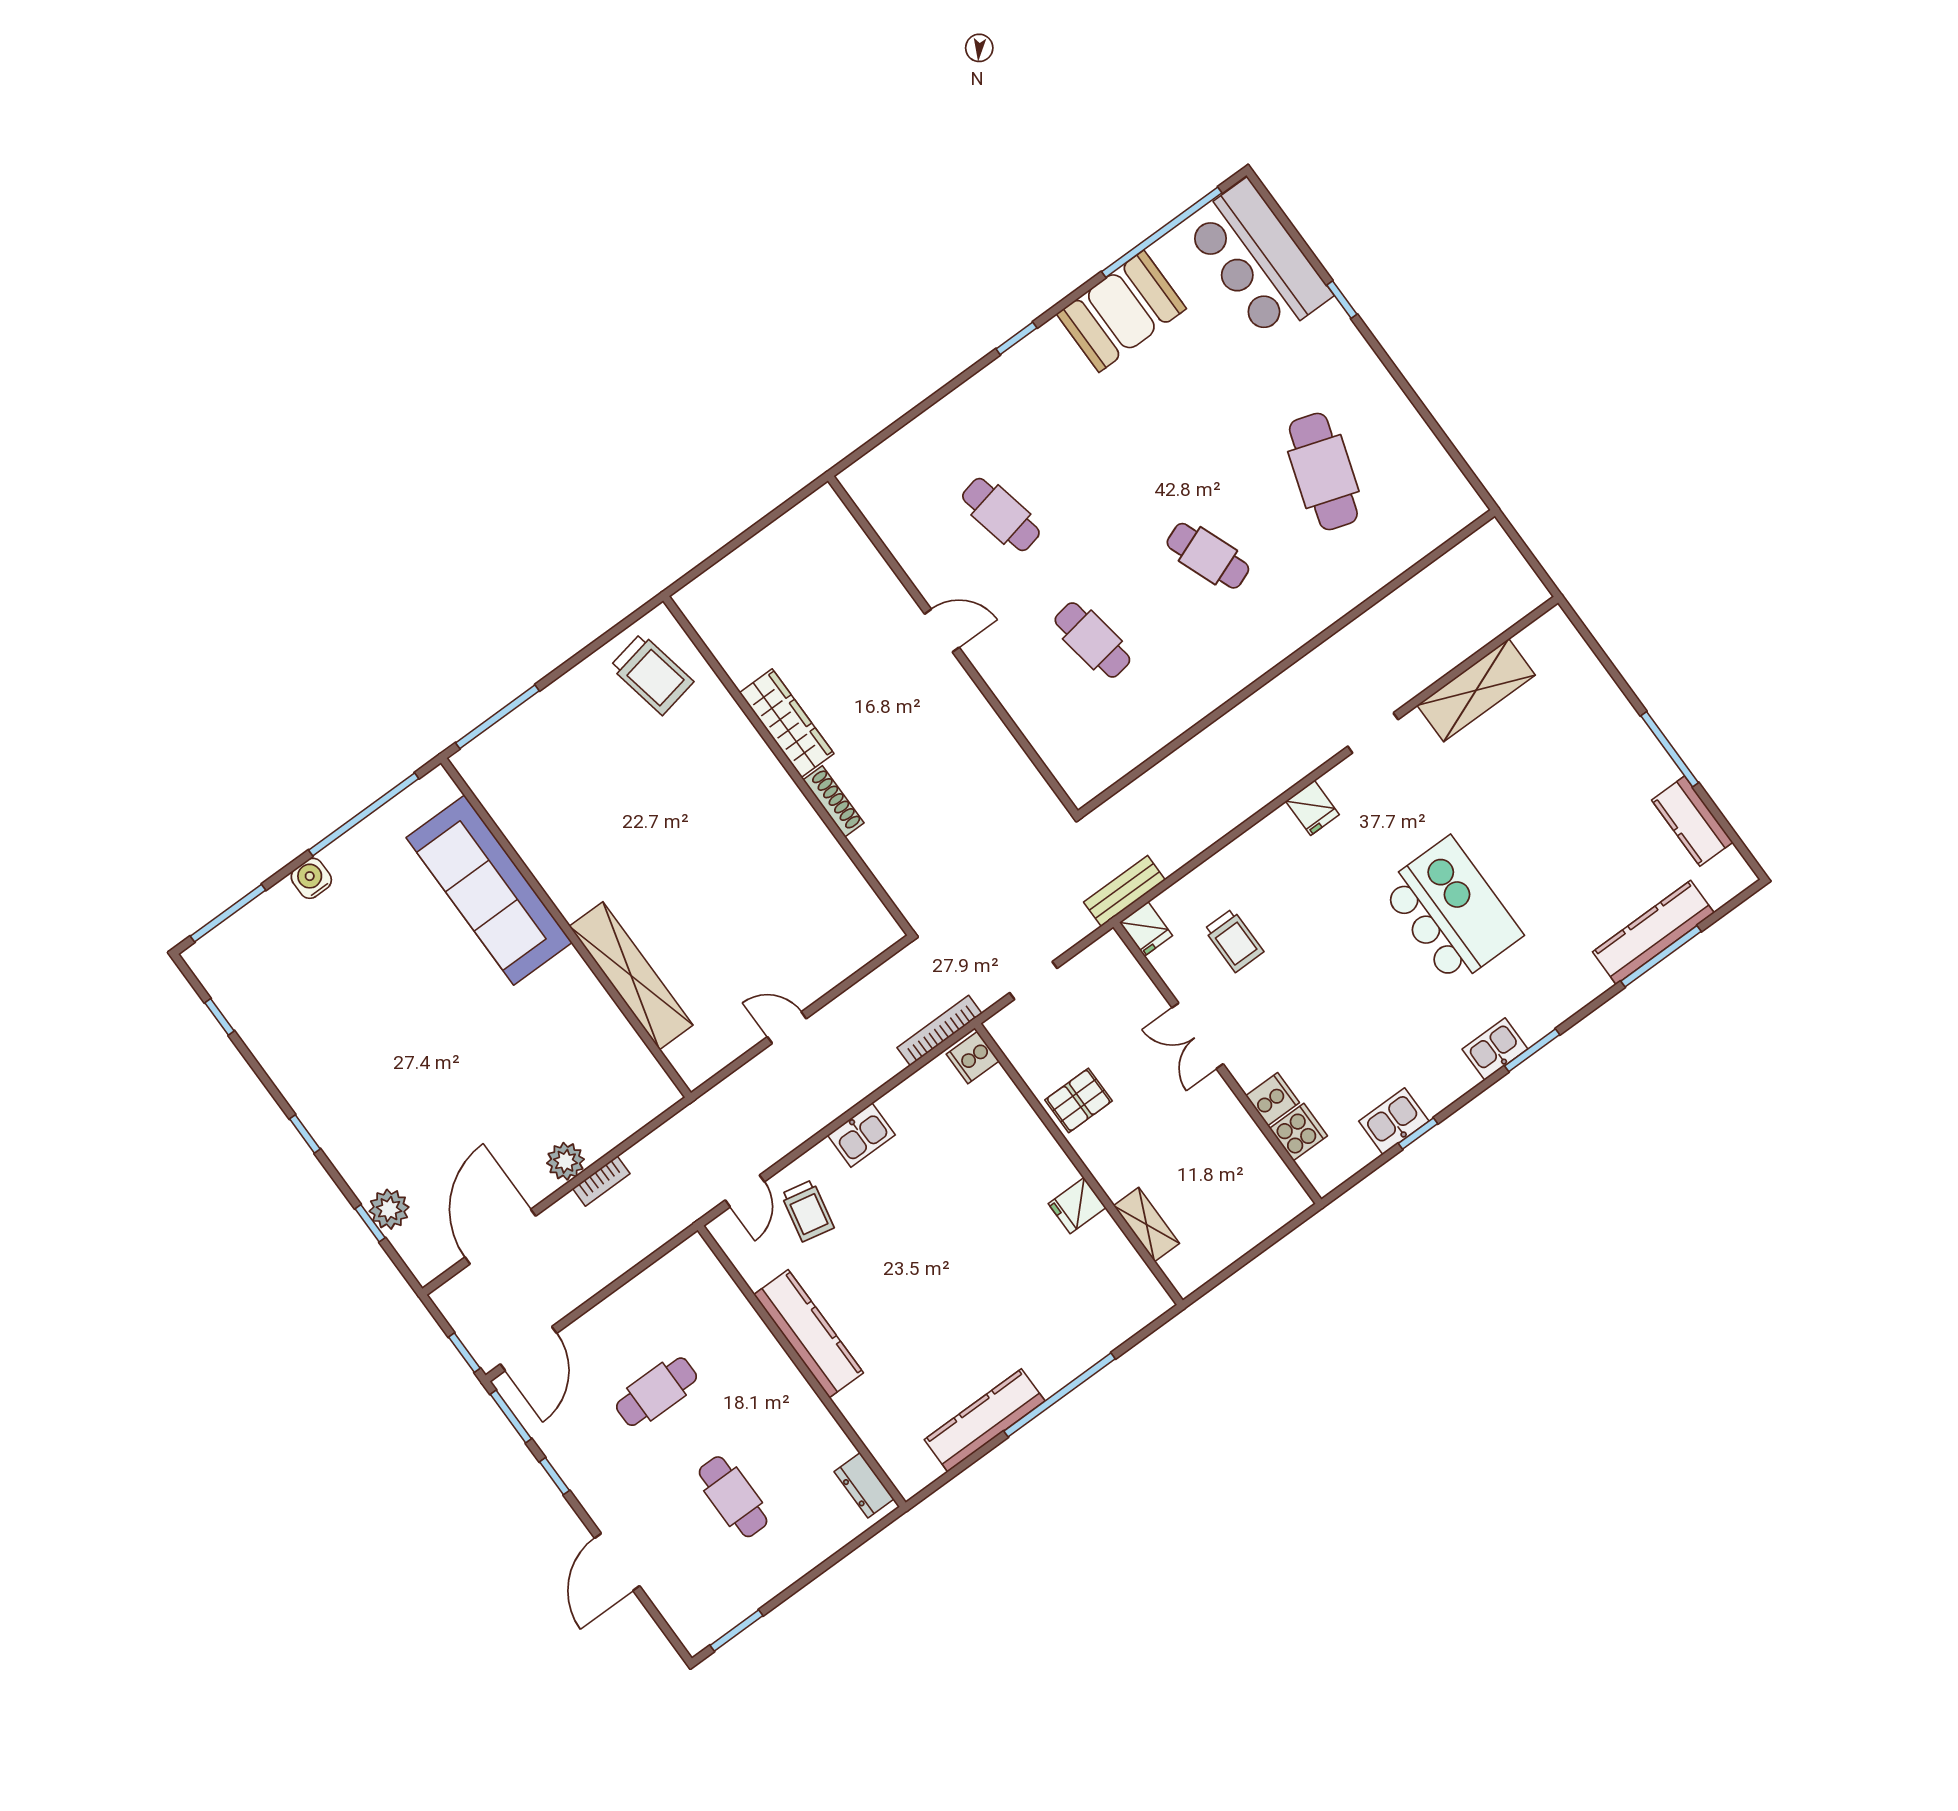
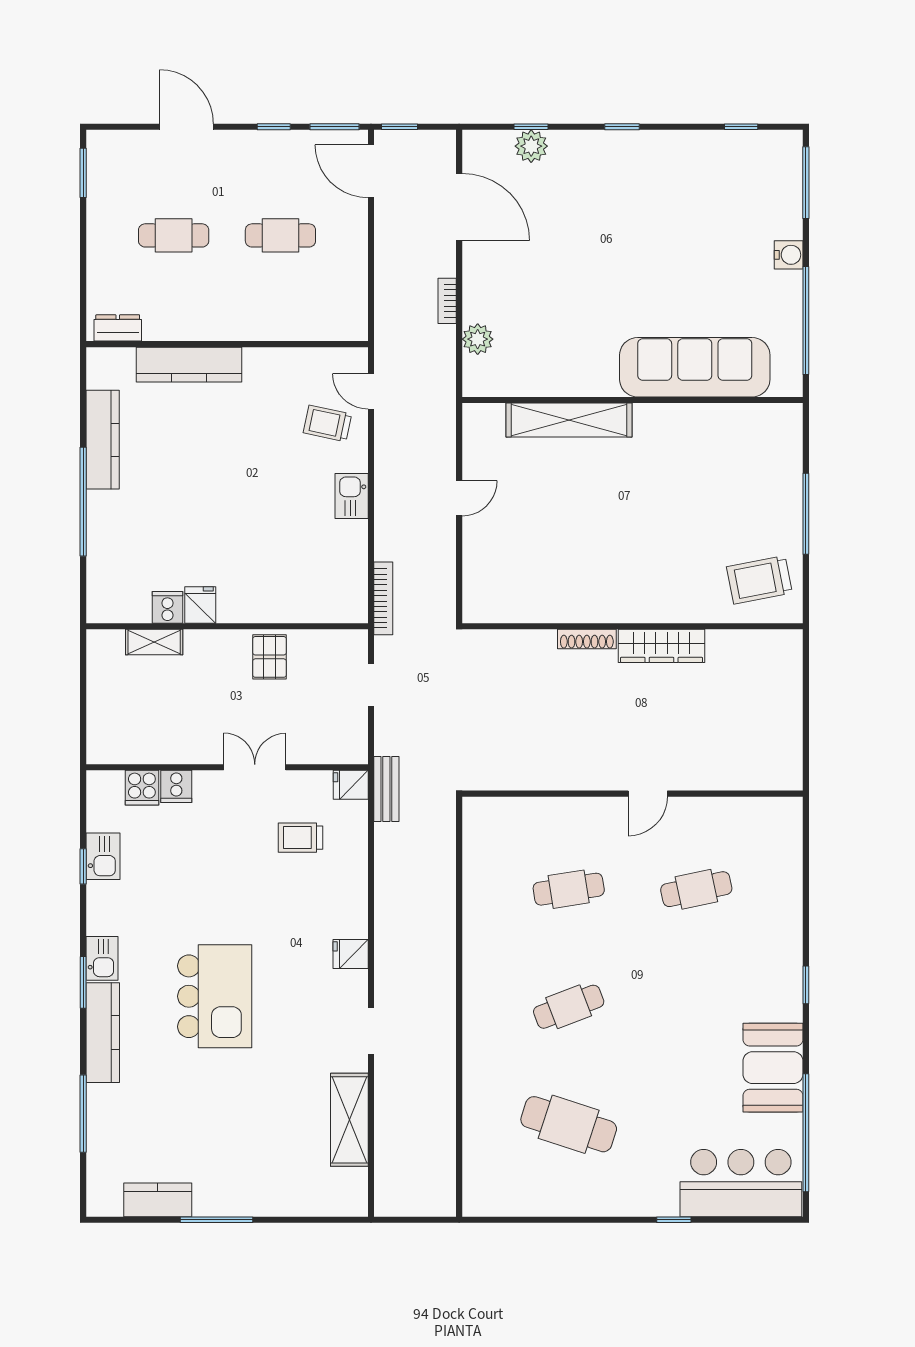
window: (497, 717) -> (806, 514), moved
kitchen island: (1451, 911) -> (215, 996), turned -90
kitchen counter: (1653, 932) -> (103, 1033), moved
cooker: (973, 1058) -> (167, 607), moved
plant: (565, 1161) -> (478, 339), moved
kitchen counter: (809, 1334) -> (189, 365), moved
cafe table: (656, 1392) -> (280, 235), turned 90

